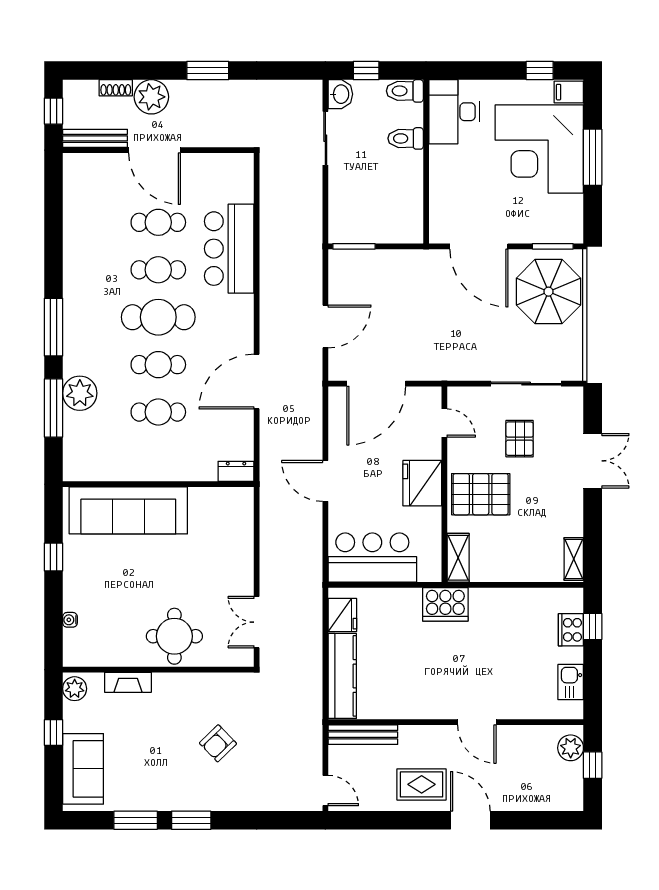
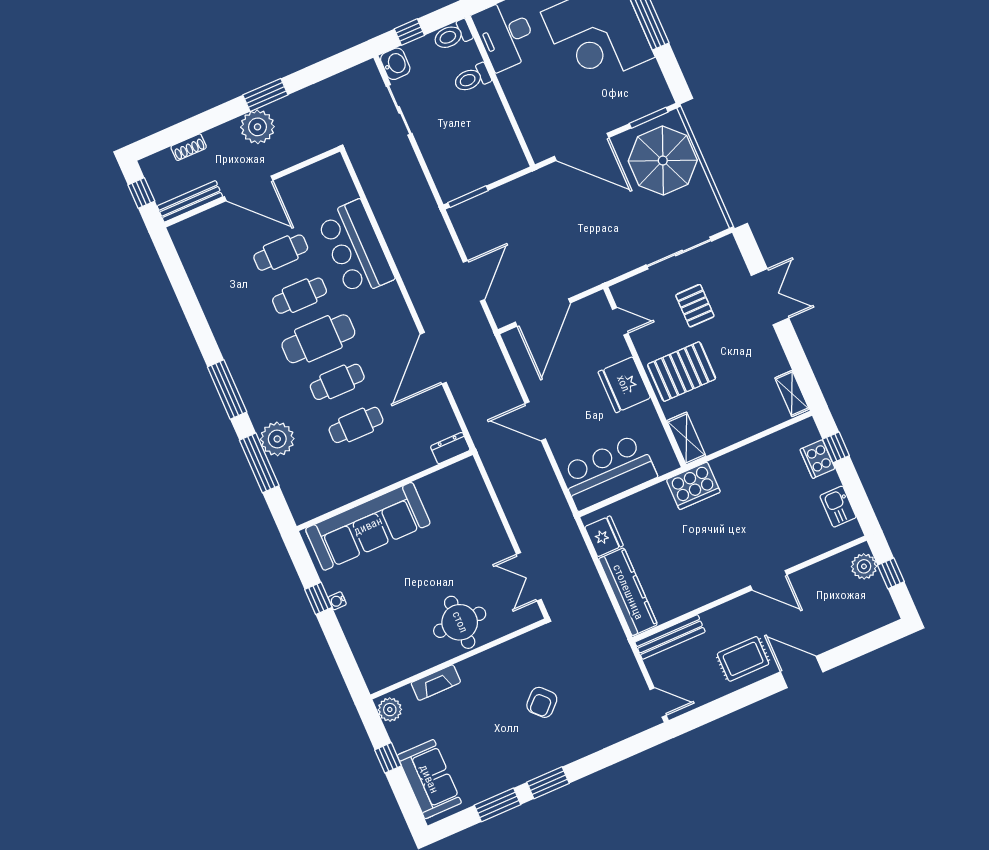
plant: (151, 97) -> (257, 127), moved
water cooler: (70, 620) -> (337, 601), moved

